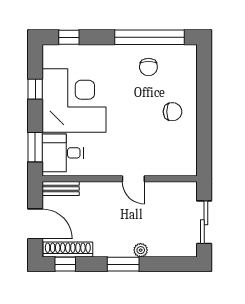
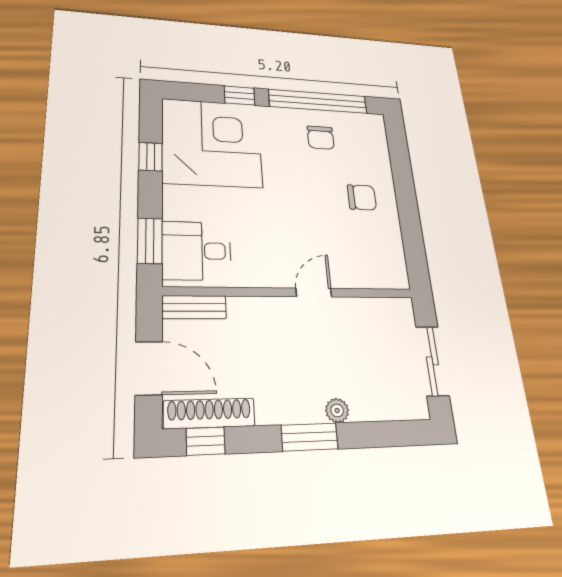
window: (69, 37) -> (239, 95), moved
corner desk: (74, 101) -> (212, 143), moved
door: (133, 179) -> (314, 293), swing flipped

